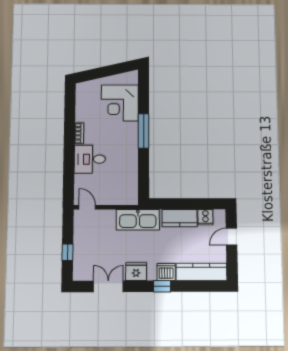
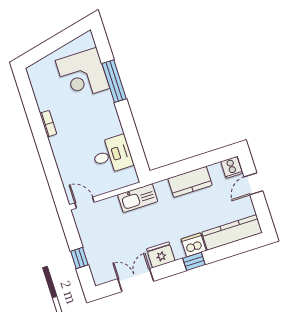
window: (144, 131) -> (114, 81), moved
desk: (90, 159) -> (112, 155), moved, turned 180
cooker: (205, 217) -> (232, 167), moved
kitchen sink: (138, 220) -> (138, 198), width x0.73, depth x0.81

